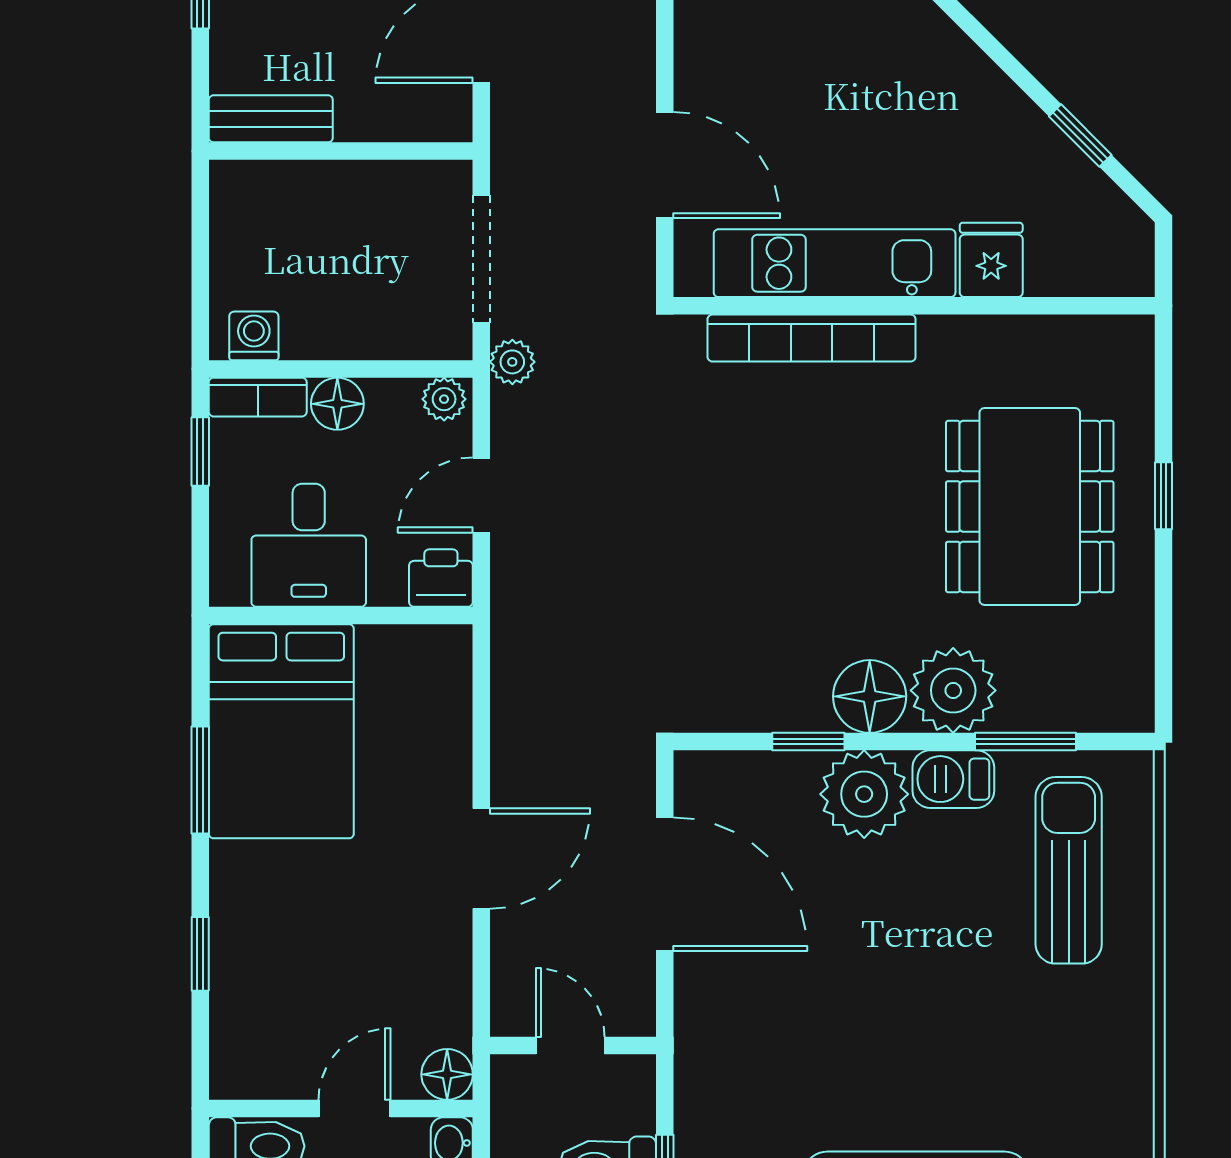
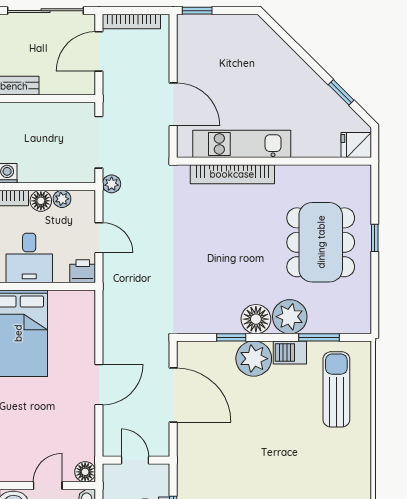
fridge: (991, 260) -> (356, 145), moved, turned -90
plant: (444, 399) -> (62, 199), moved
door: (481, 495) -> (99, 238), swing flipped

